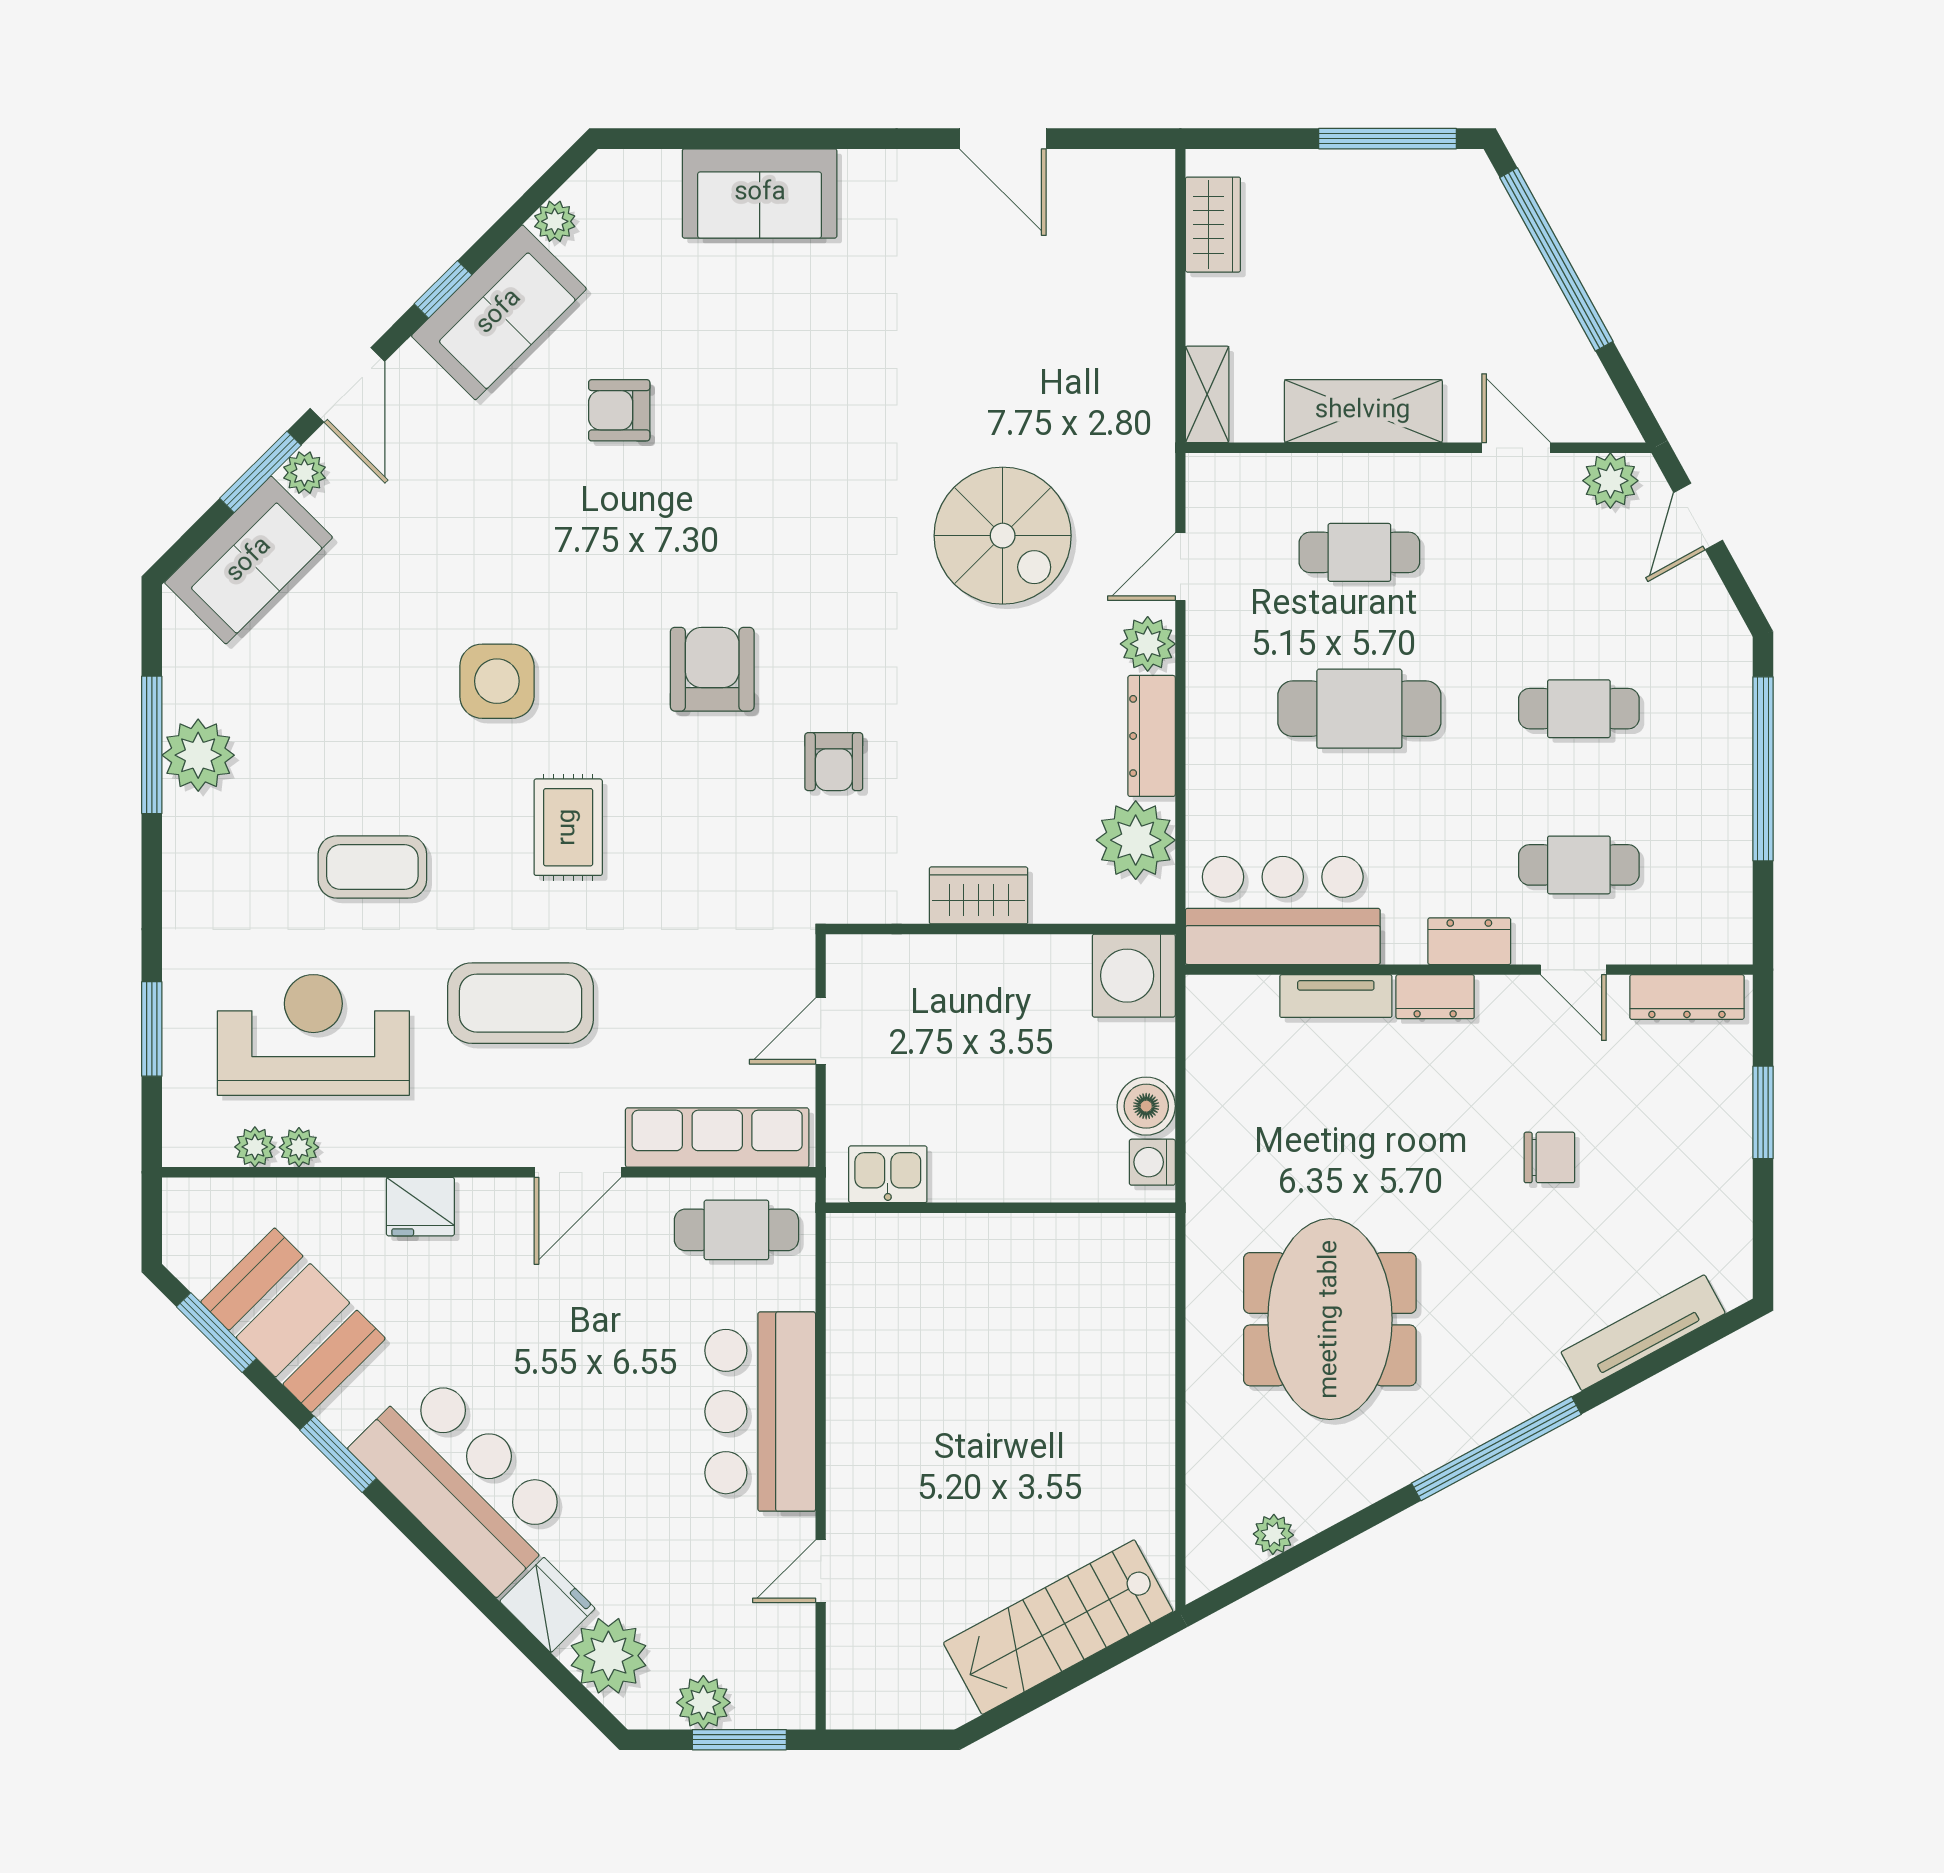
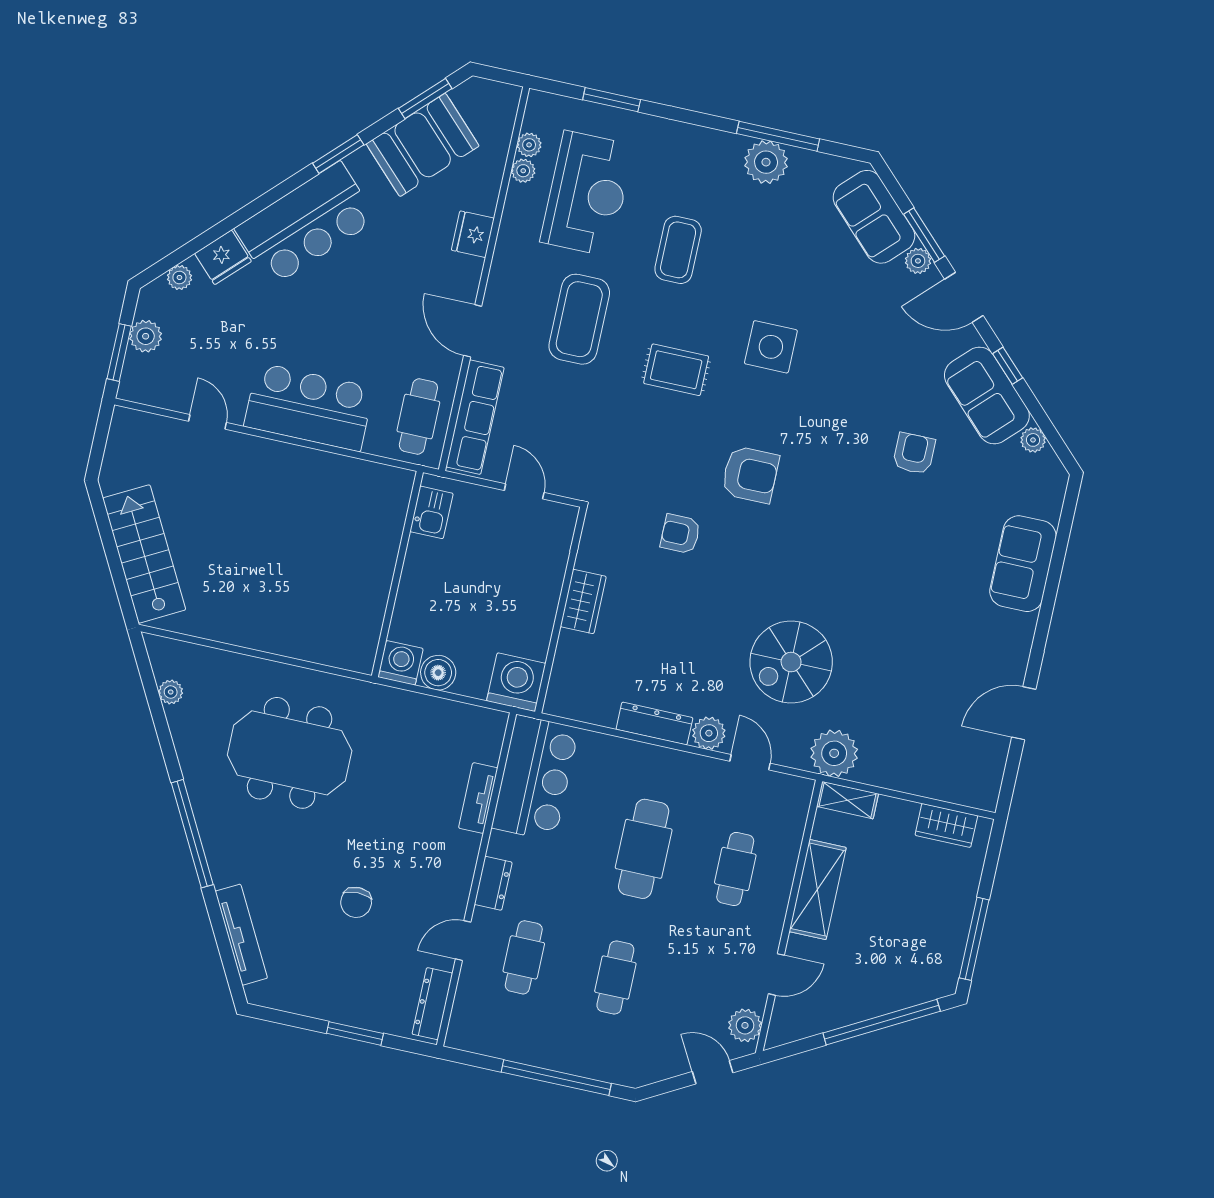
plant: (1136, 840) -> (834, 753), moved
dresser: (1435, 997) -> (465, 856), removed
washing machine: (1152, 1162) -> (401, 663), width x1.38, depth x1.38
plant: (608, 1656) -> (179, 278), width x0.53, depth x0.53

